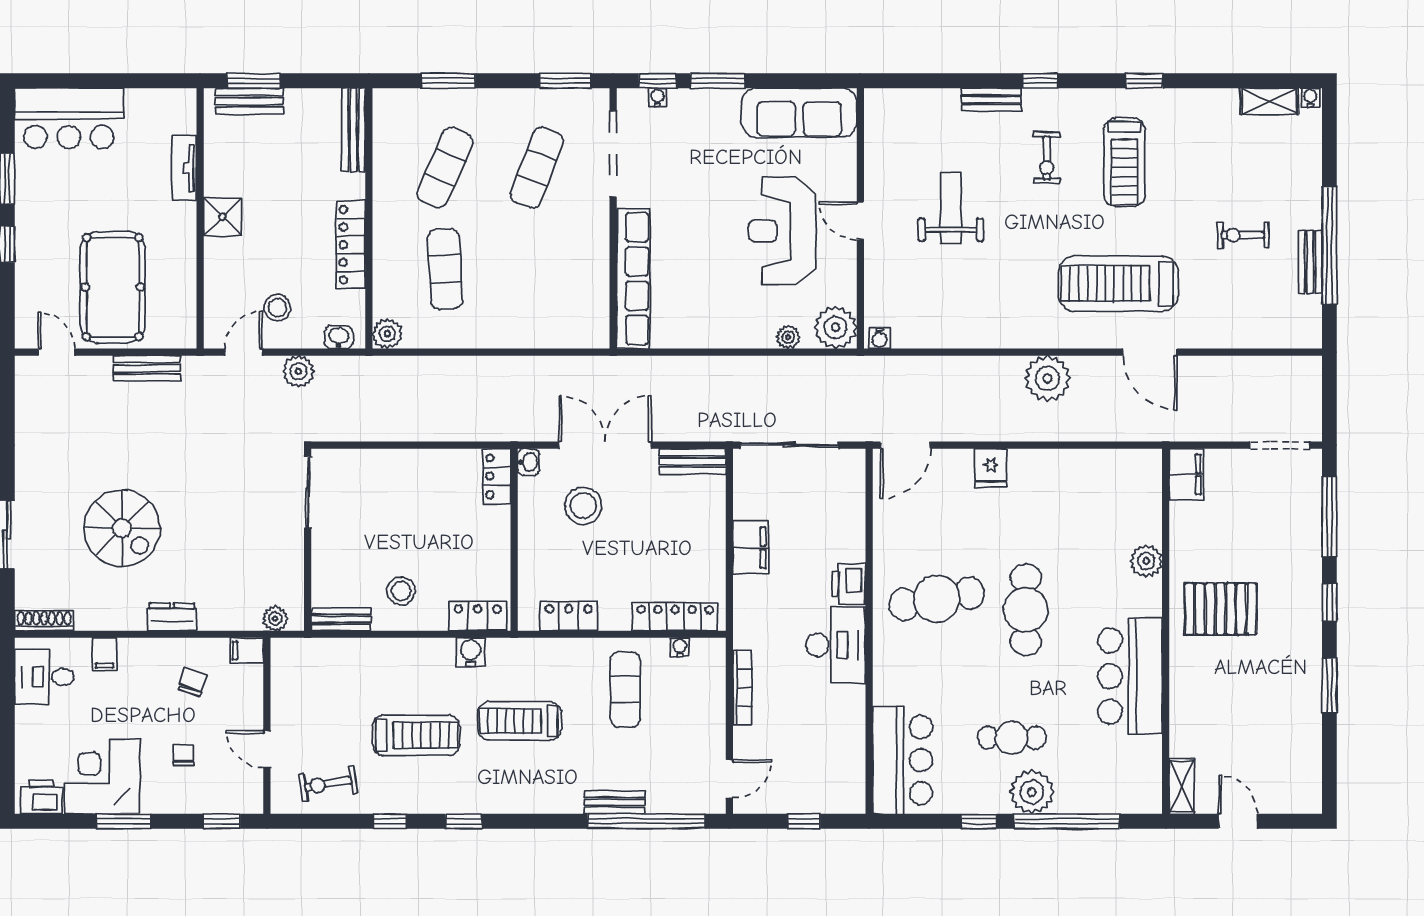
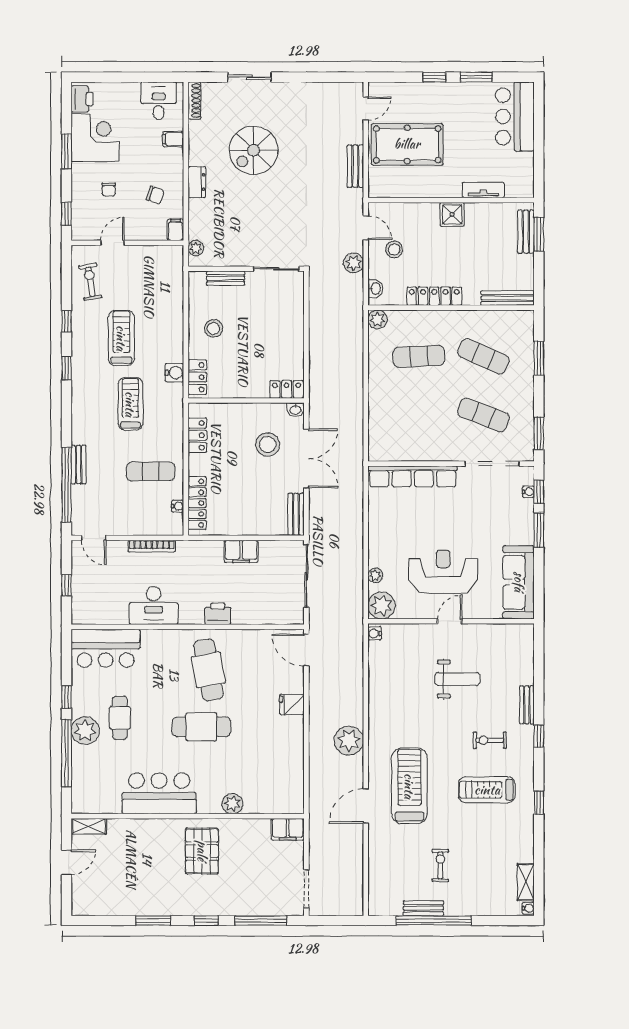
bench: (341, 619) -> (226, 278), moved, turned 90
desk: (836, 645) -> (154, 606), moved
treadmill: (416, 735) -> (121, 338), turned 180
chair: (184, 755) -> (109, 190), turned 90

